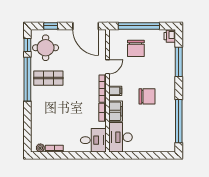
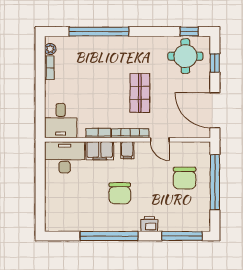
door: (86, 26) -> (215, 110), hinge flipped
printer: (170, 36) -> (149, 224), moved
chair: (136, 48) -> (185, 178), turned -90
window: (179, 62) -> (182, 236), moved
shop shelf: (48, 78) -> (140, 93), moved
window: (27, 79) -> (99, 32), moved
window: (179, 121) -> (109, 236), moved

